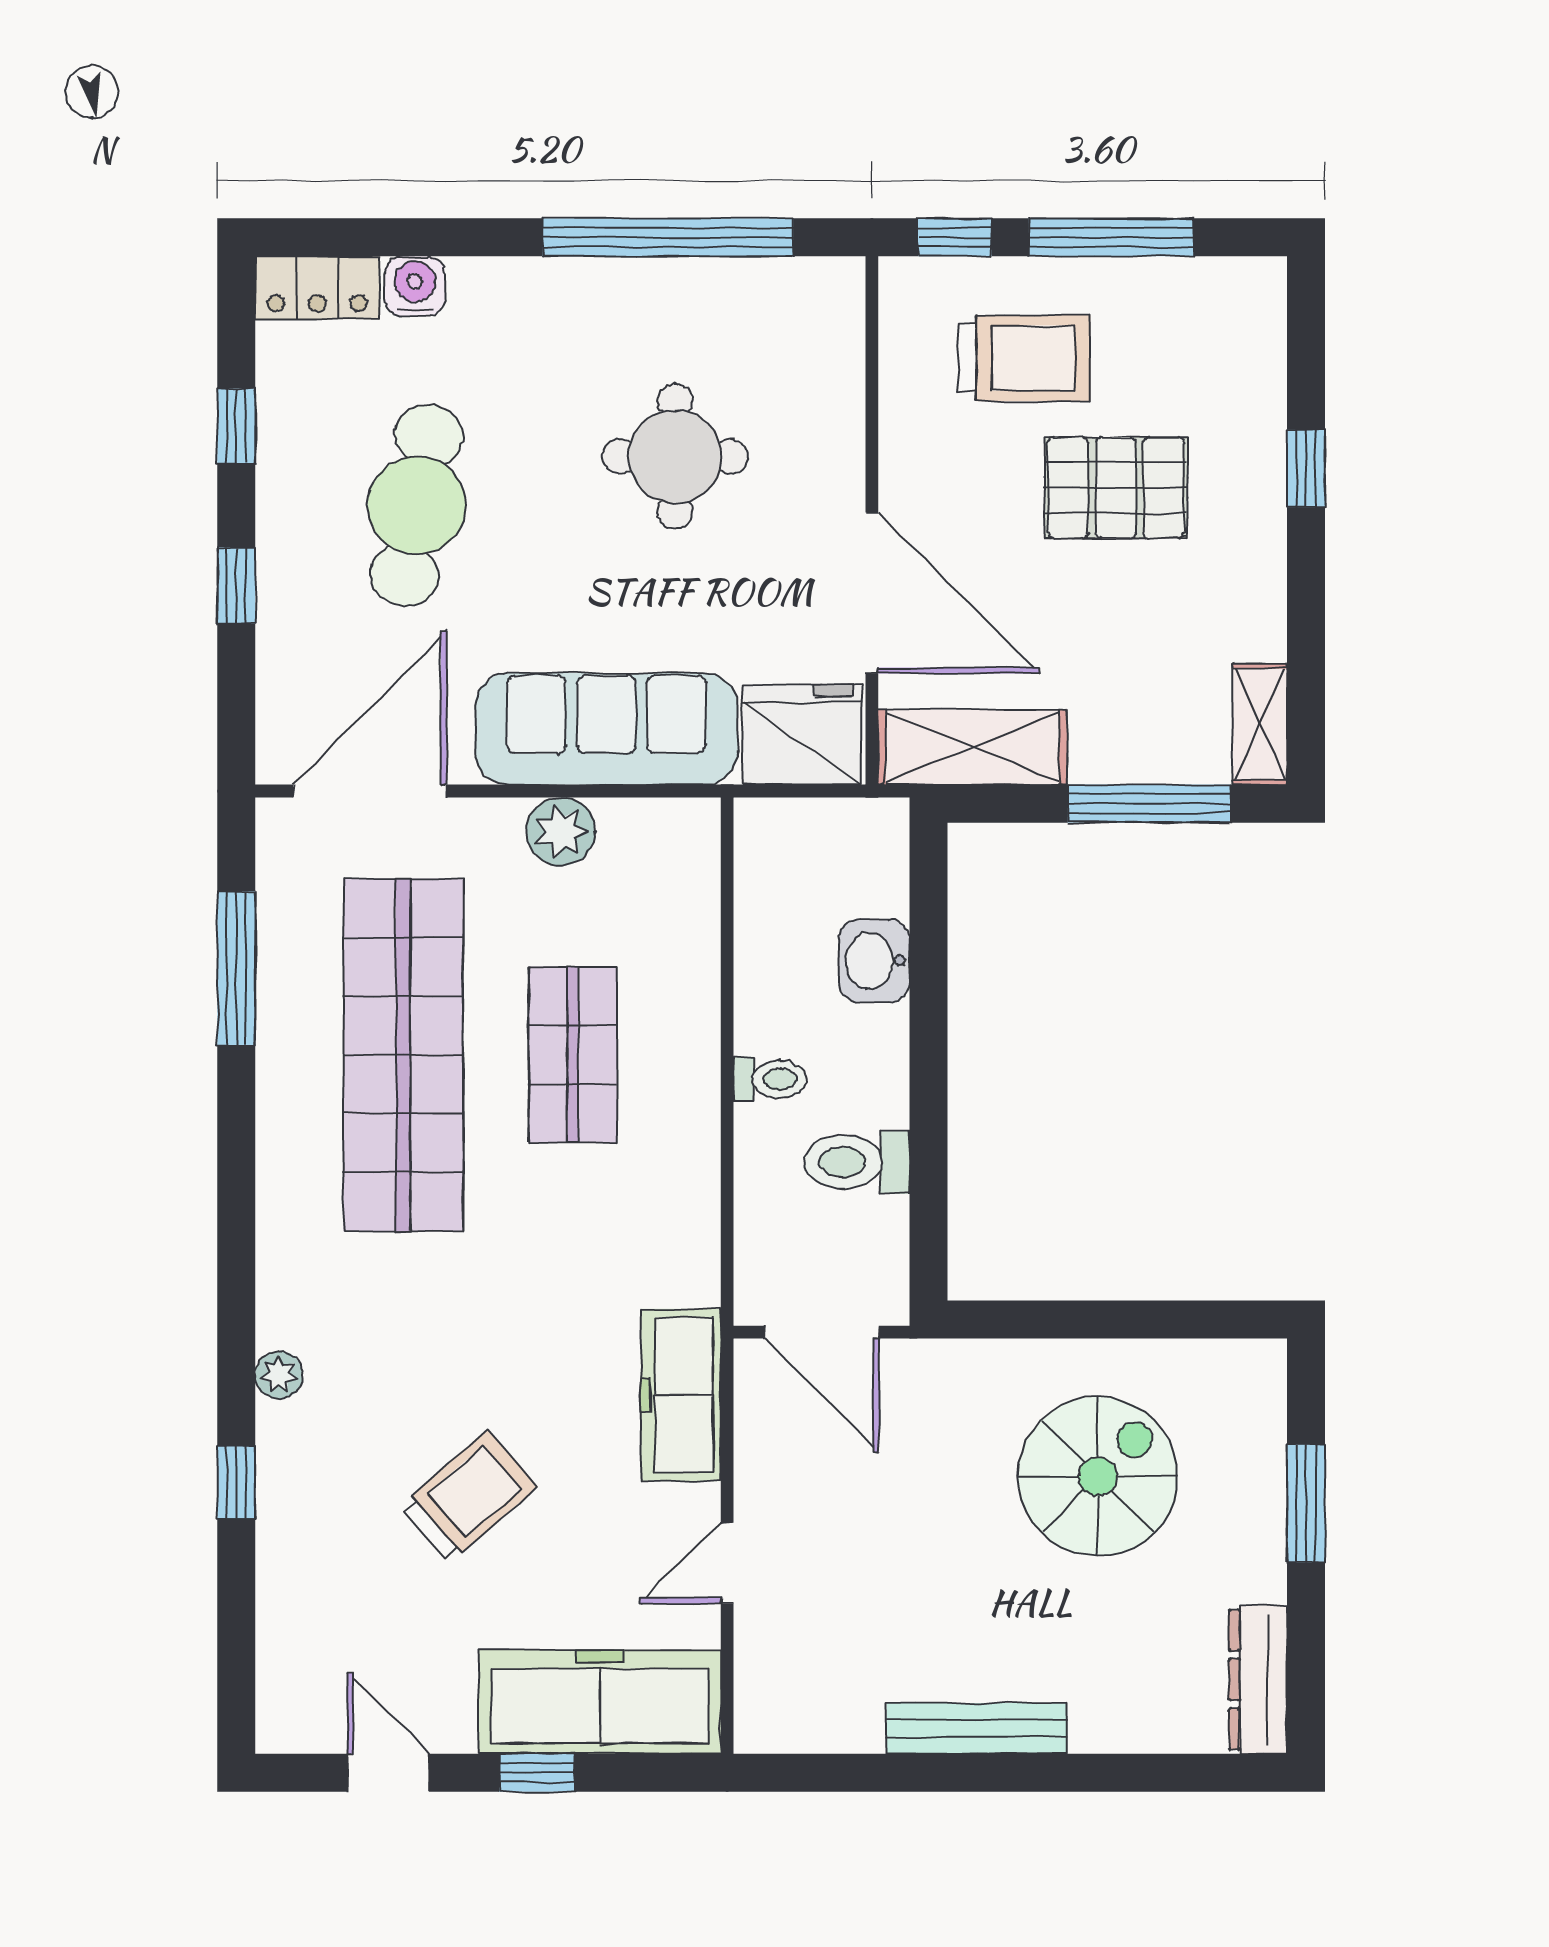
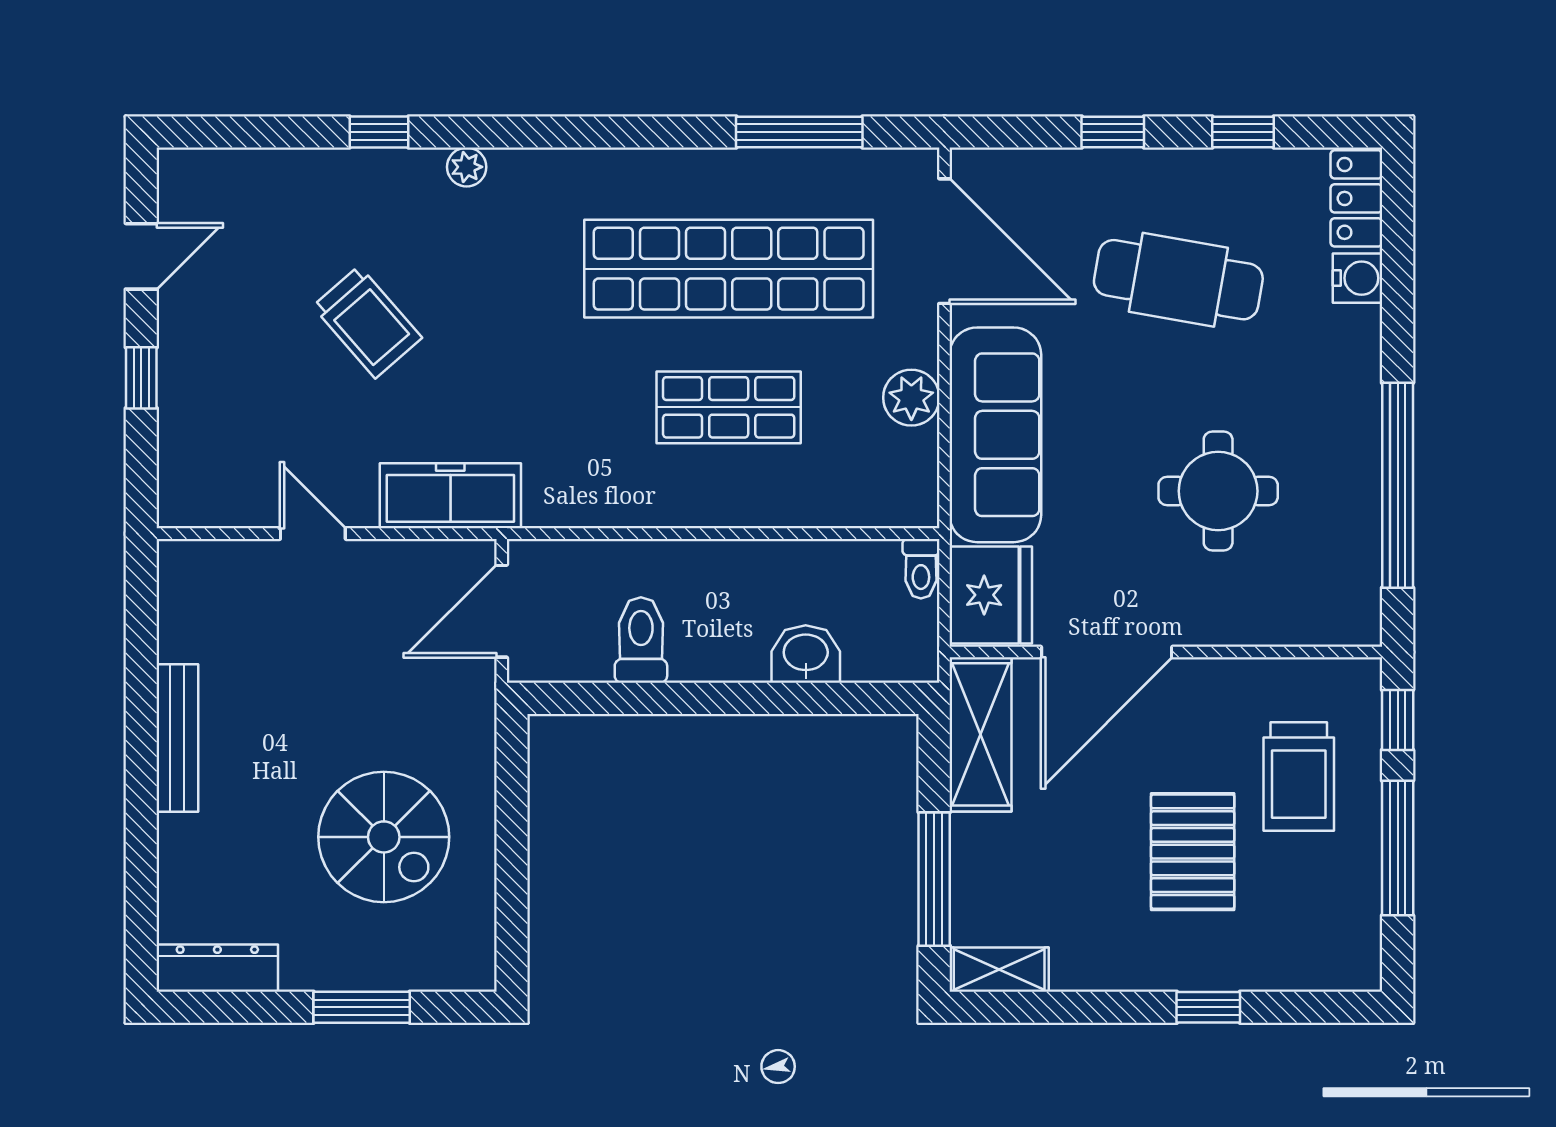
toilet: (770, 1079) -> (921, 569), moved
freezer: (600, 1702) -> (199, 430), removed

